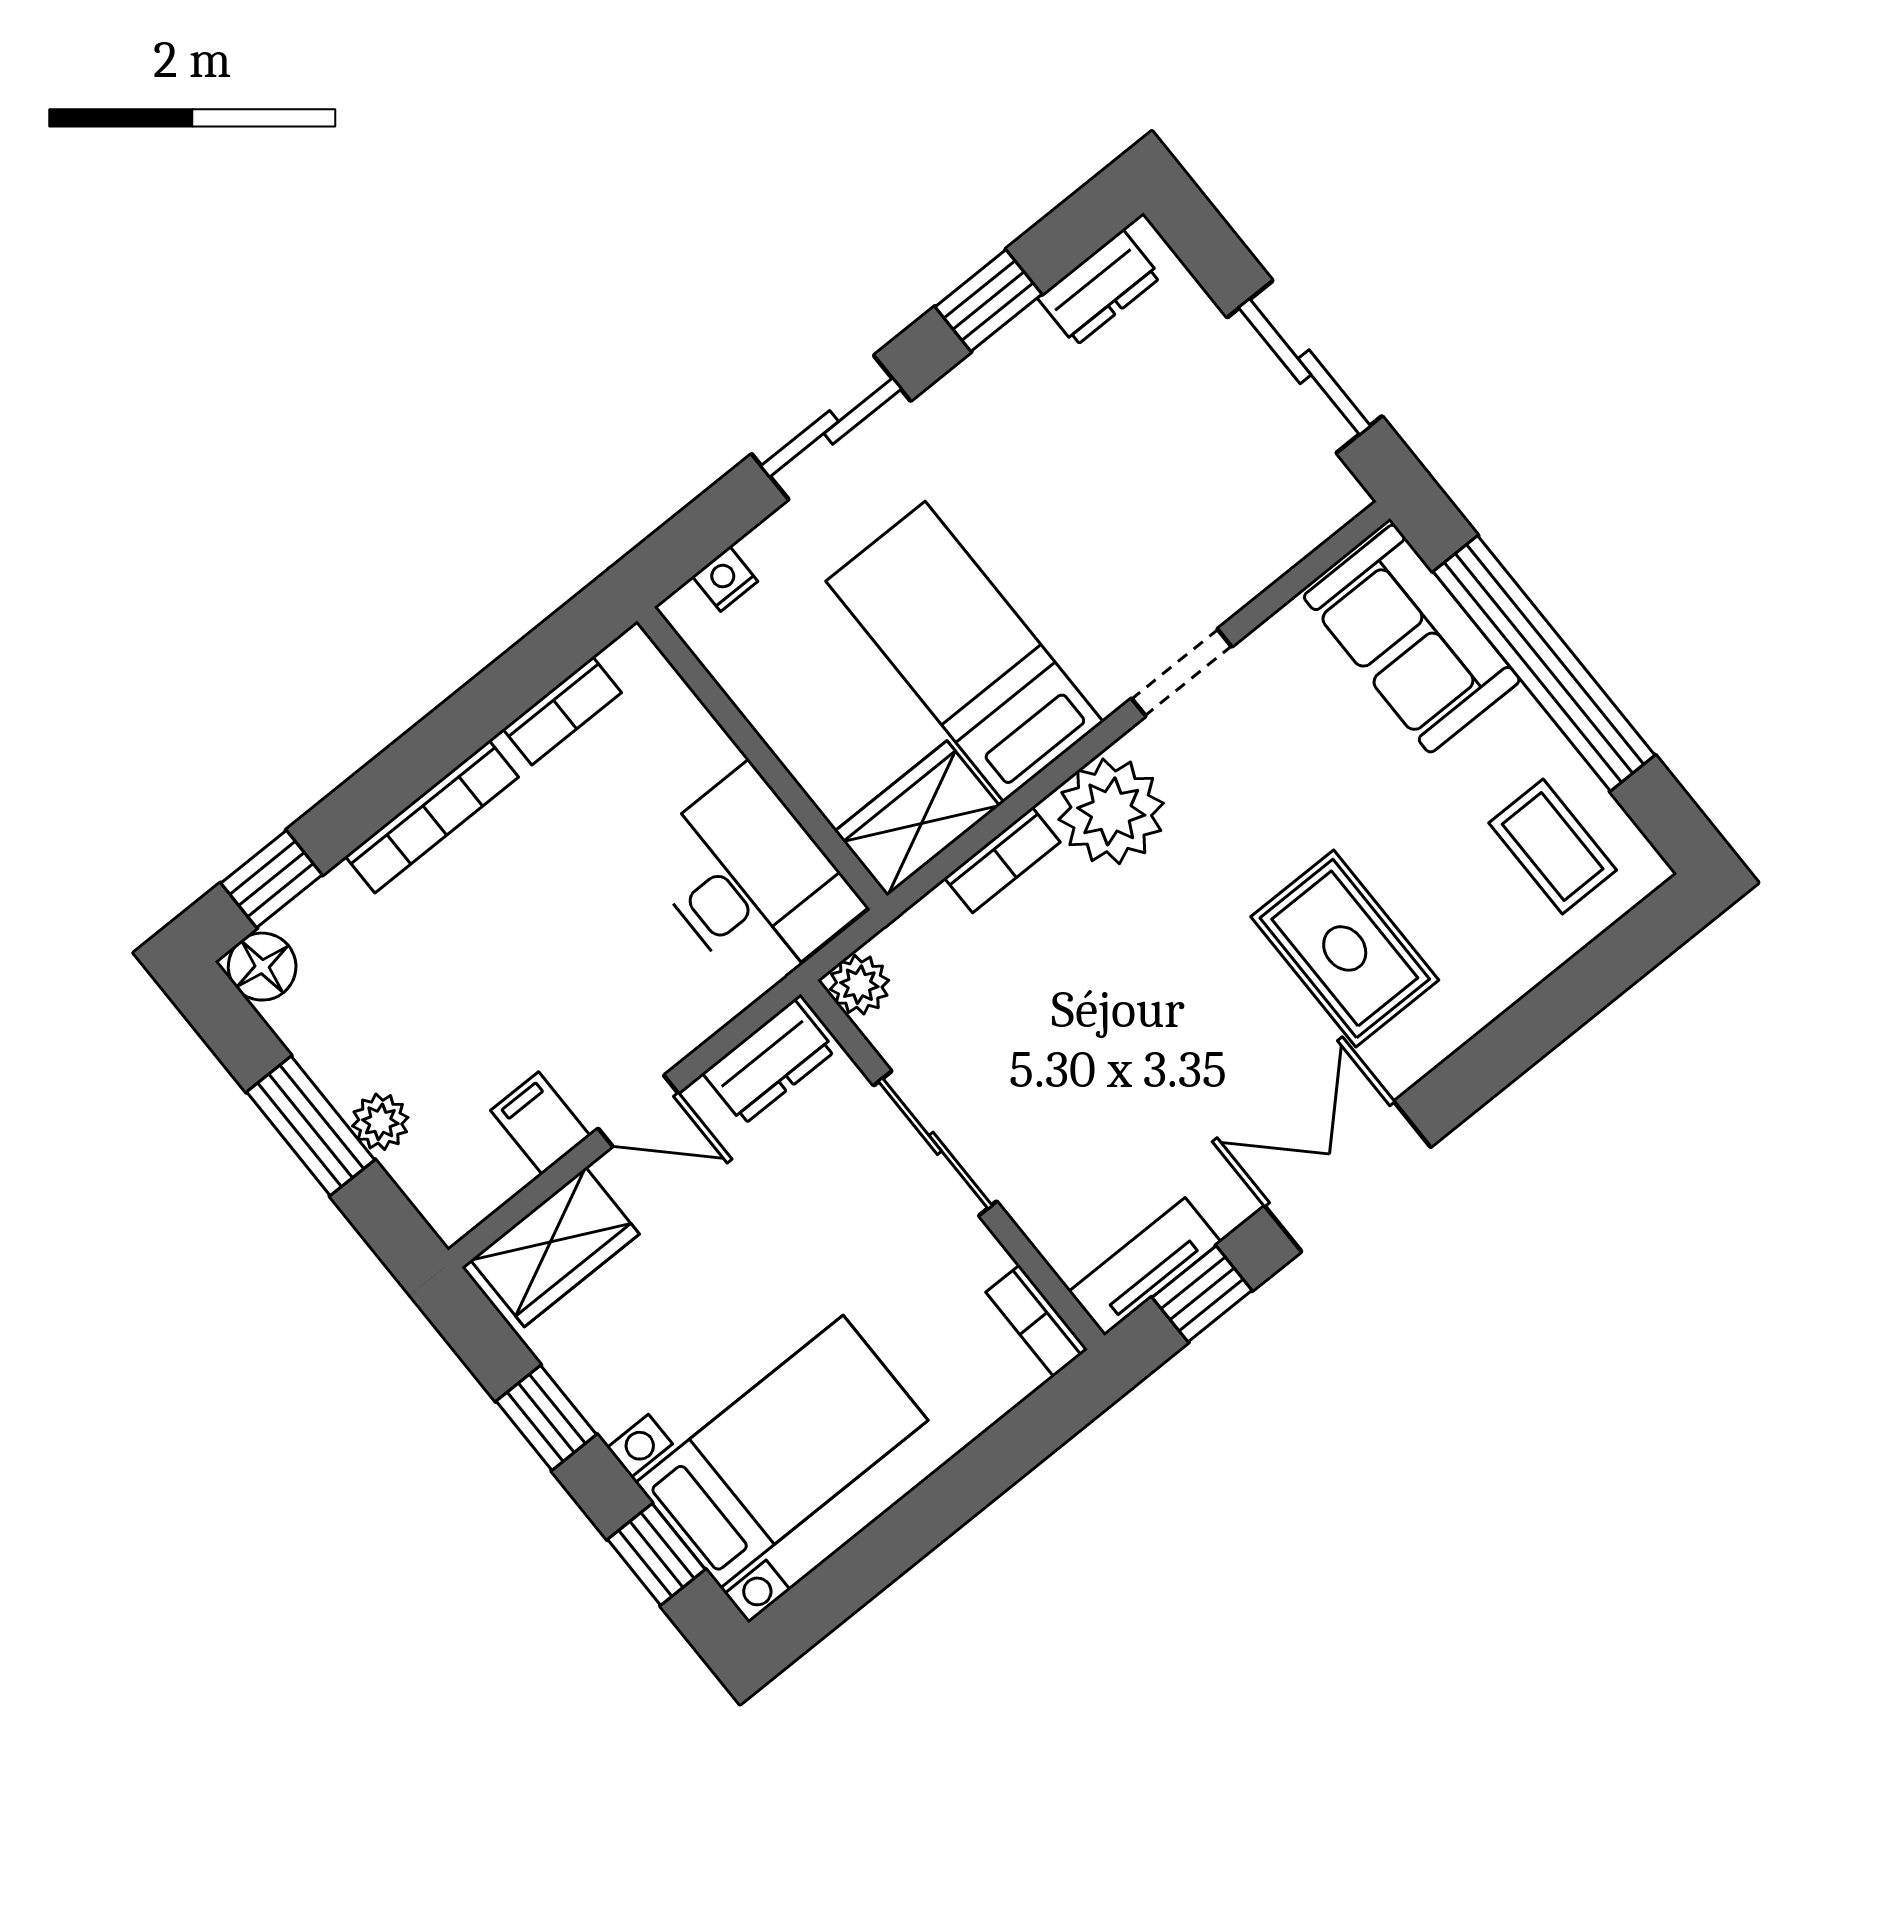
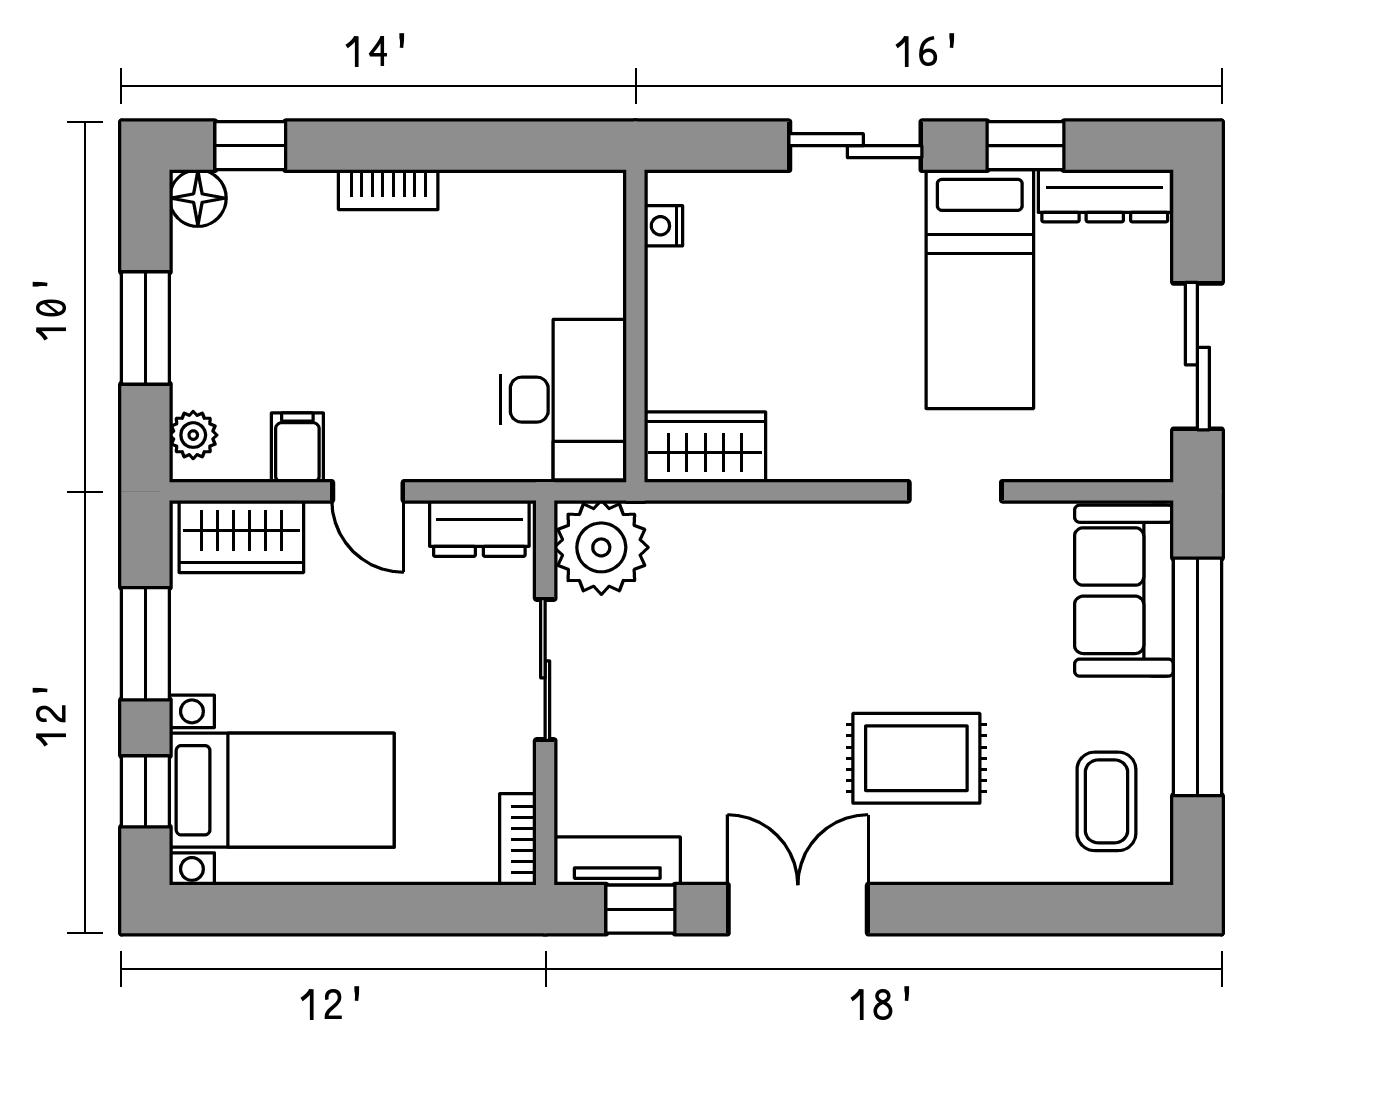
dresser: (1099, 288) -> (1105, 196), width x1.44
nightstand: (725, 579) -> (663, 226), moved, turned -90
bed: (965, 652) -> (980, 289), moved, turned 180
bookcase: (562, 711) -> (529, 189), removed
plant: (1111, 811) -> (836, 545), removed
bookcase: (432, 817) -> (388, 190), width x0.64
bookcase: (1002, 860) -> (739, 519), removed
rug: (1345, 948) -> (916, 758), turned 90
plant: (859, 985) -> (601, 547), width x1.87, depth x1.87
plant: (380, 1122) -> (193, 435), moved
window: (546, 1418) -> (145, 644), width x1.50

